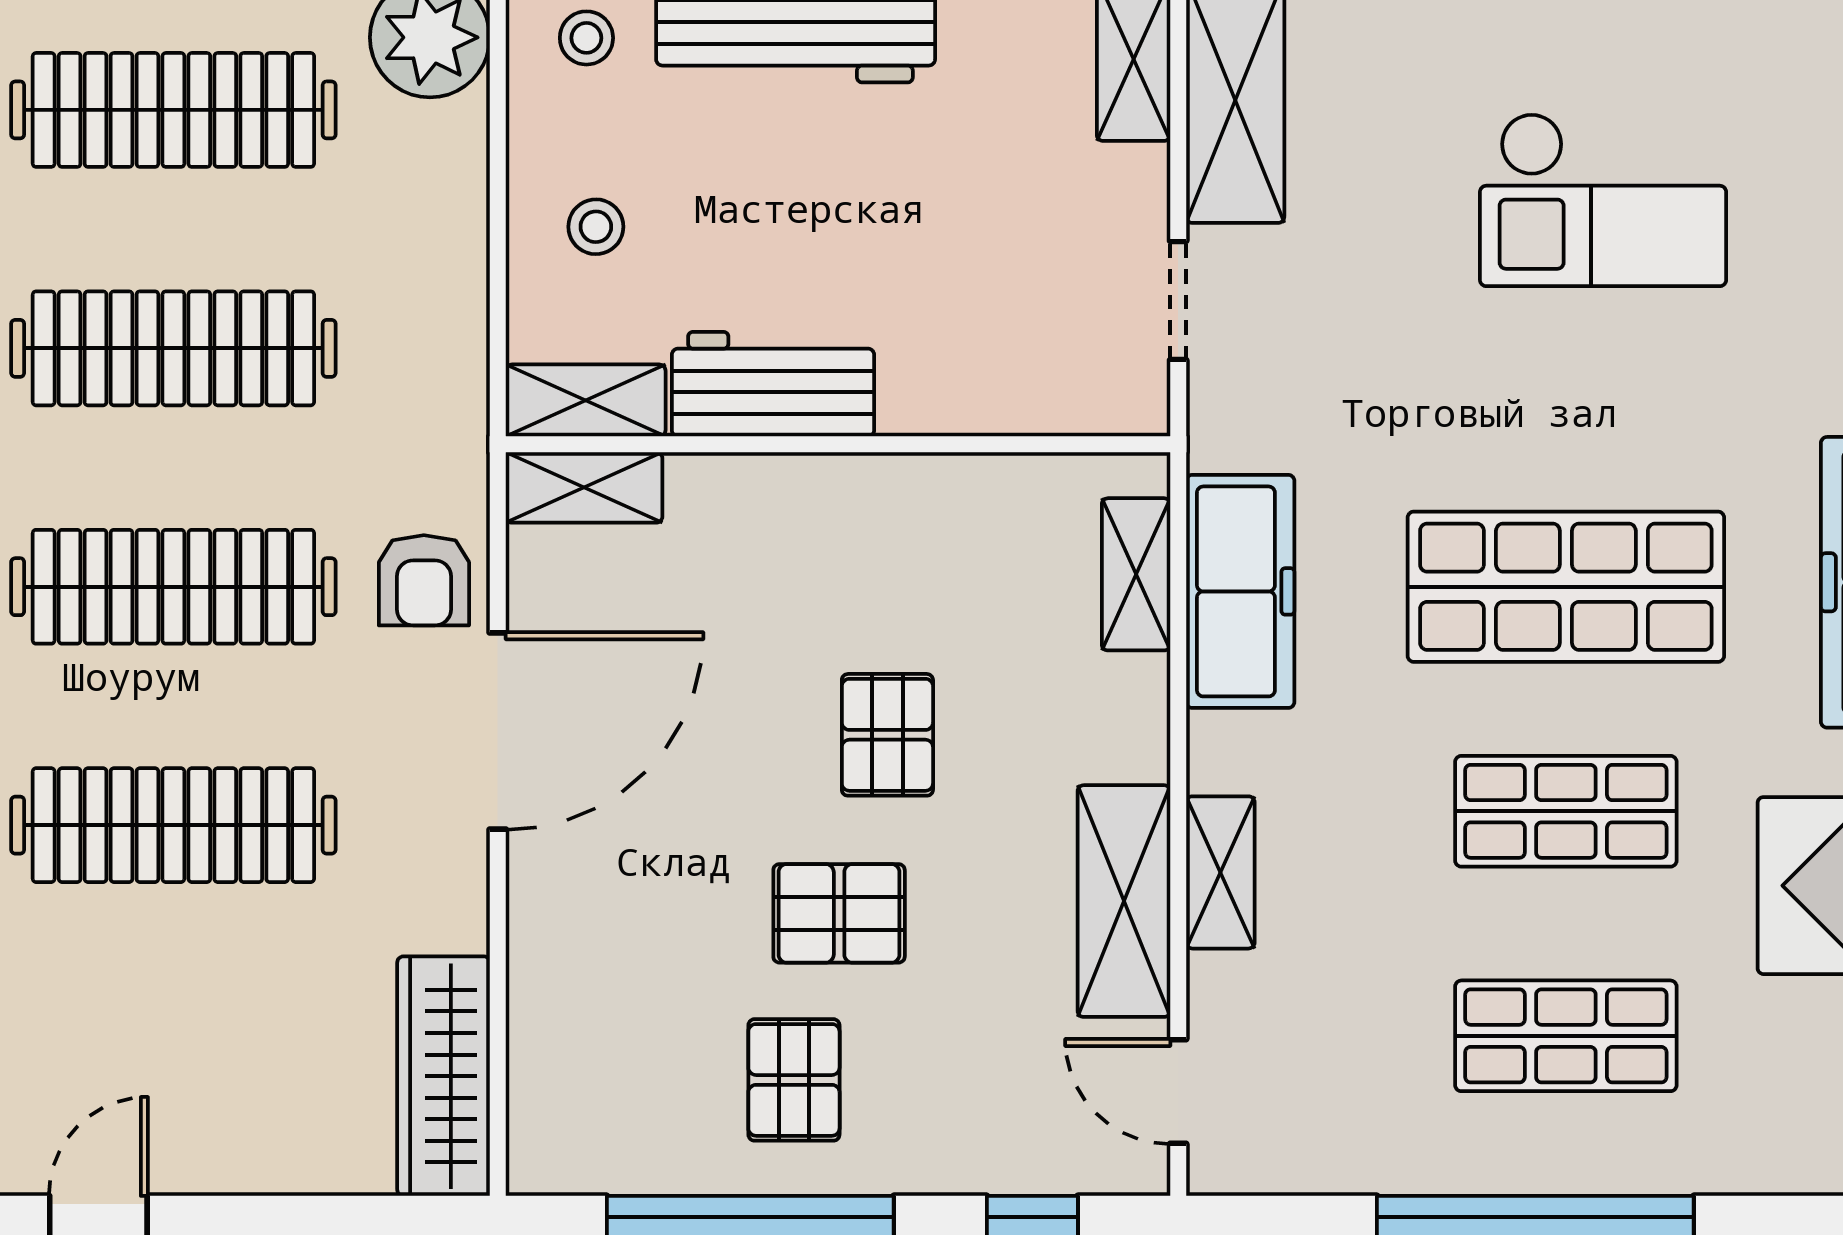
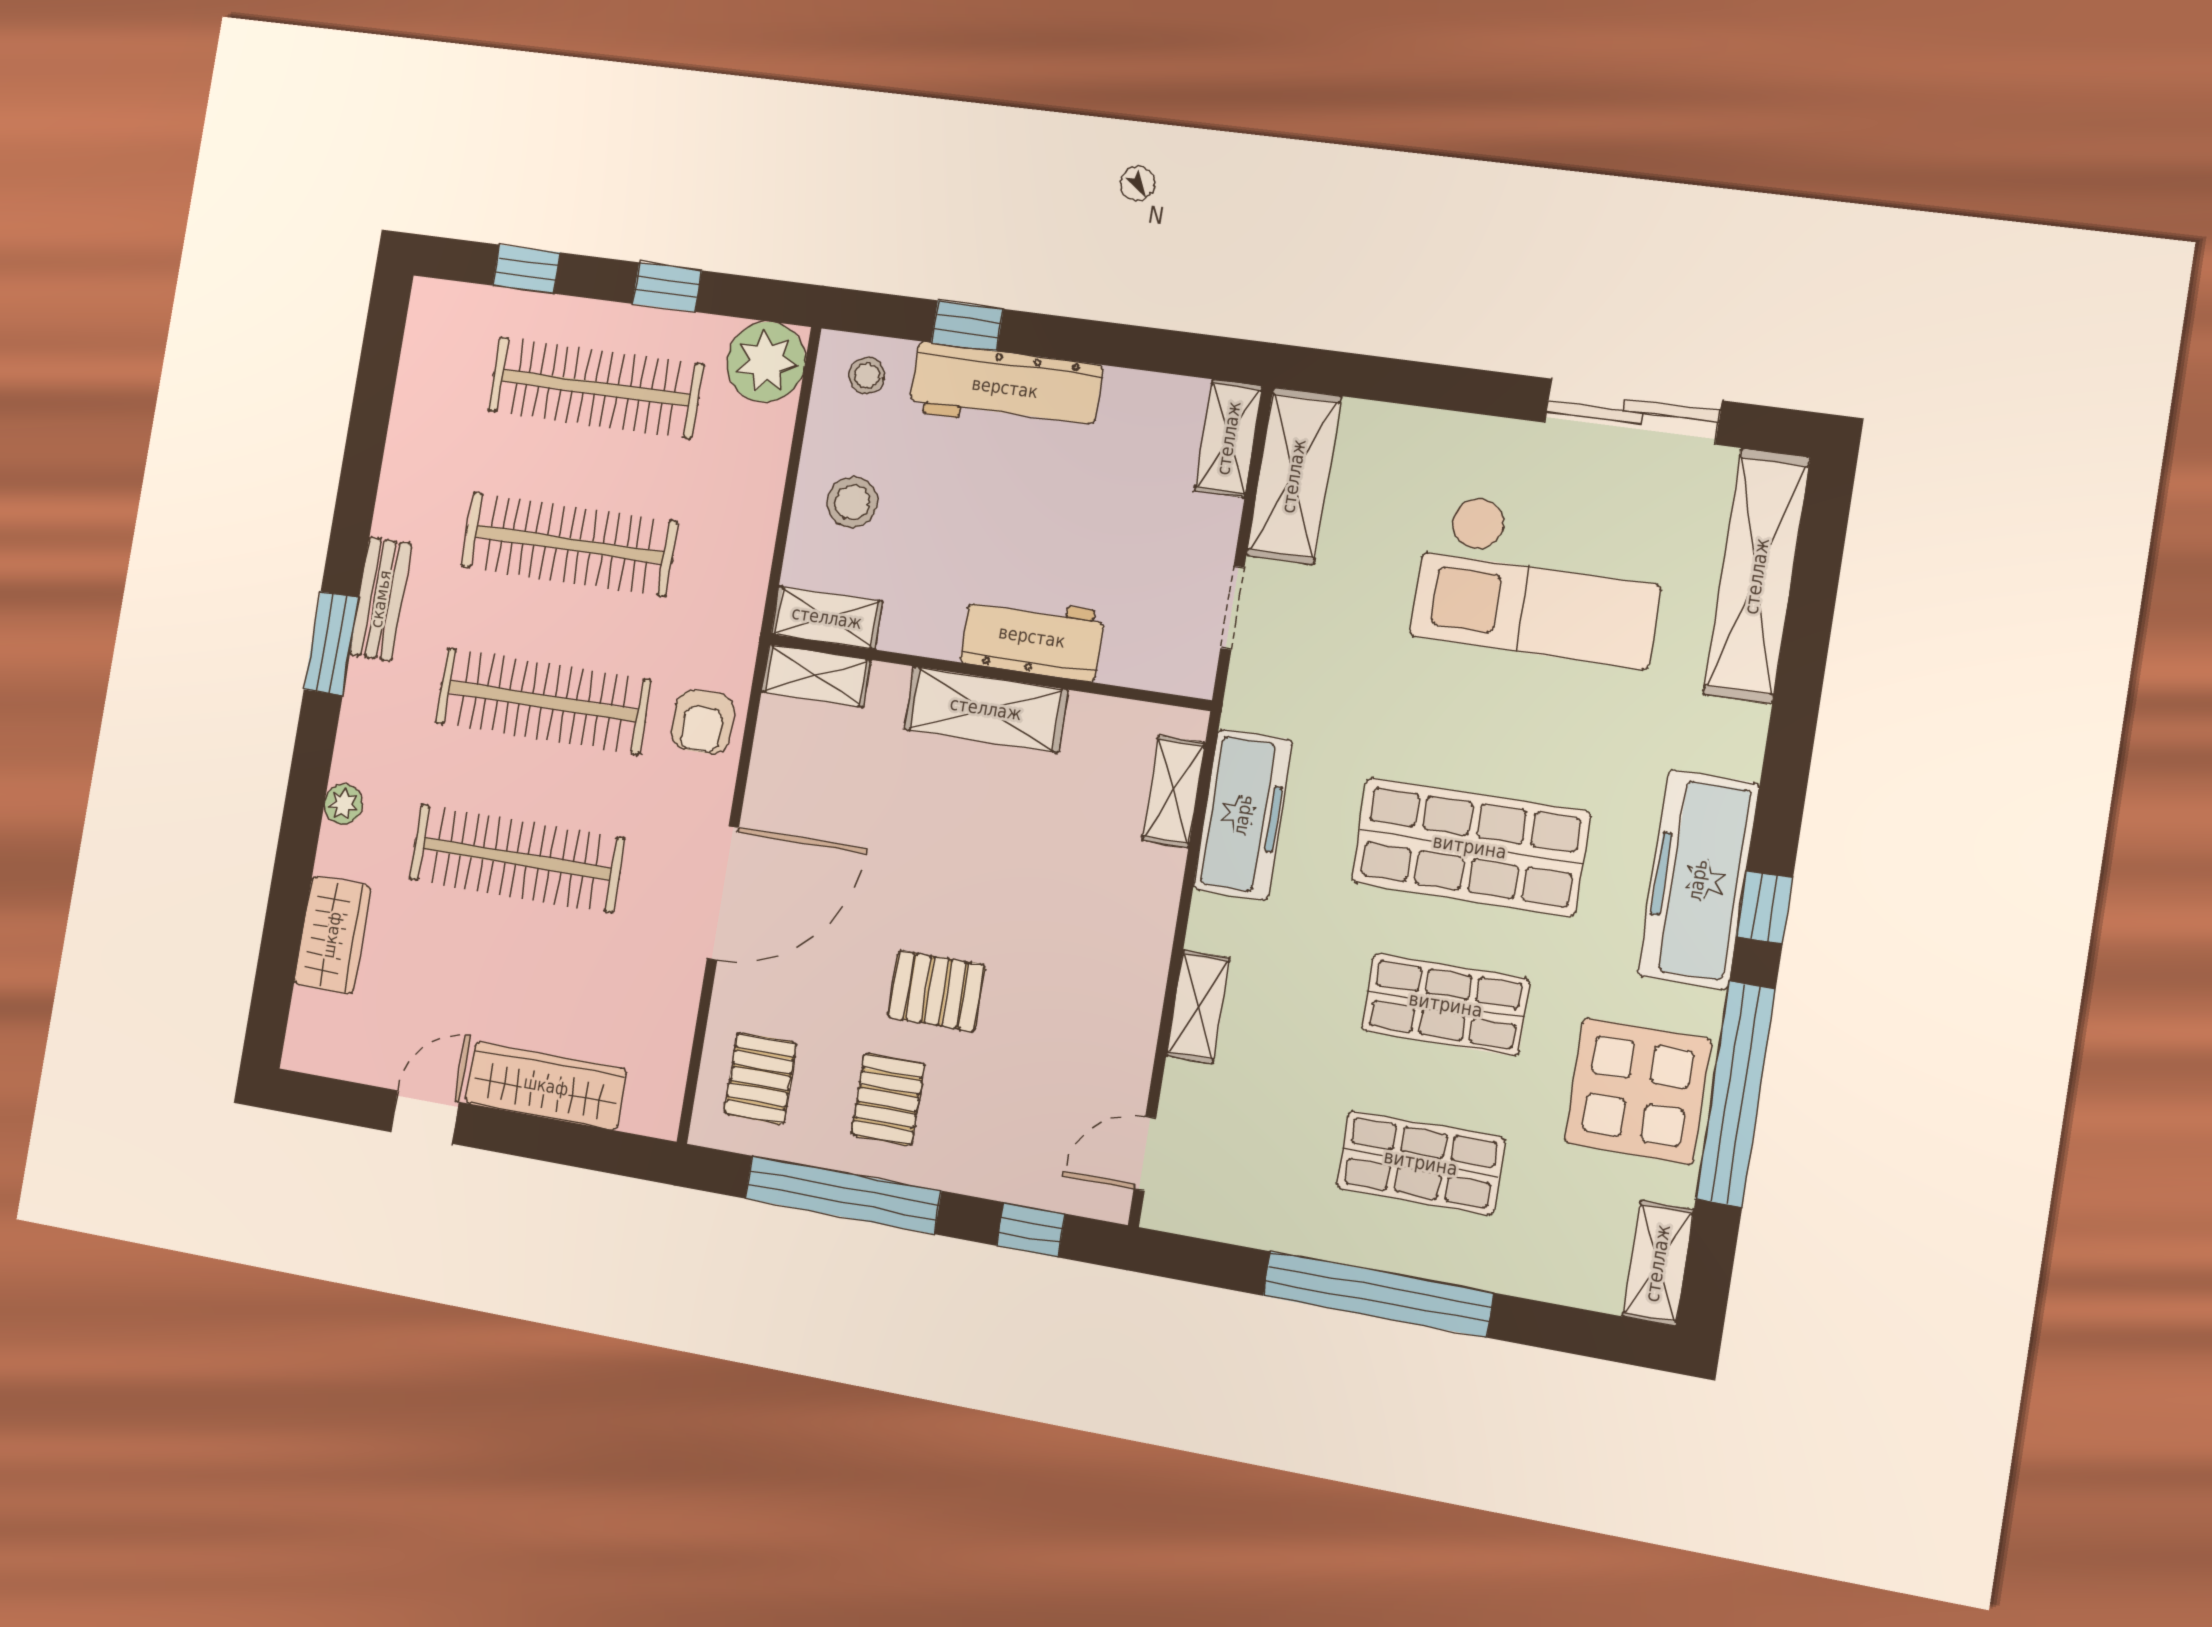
checkout: (1603, 200) -> (1539, 580), width x1.36, depth x1.21
stool: (596, 227) -> (852, 502), width x1.37, depth x1.37
workbench: (773, 384) -> (1032, 637), moved
door: (498, 731) -> (723, 893), moved
pallet: (887, 735) -> (760, 1078), moved
shelving: (1124, 901) -> (986, 709), moved, turned 90
wardrobe: (444, 1076) -> (546, 1086), moved, turned 90
door: (1178, 1091) -> (1145, 1154), hinge flipped

